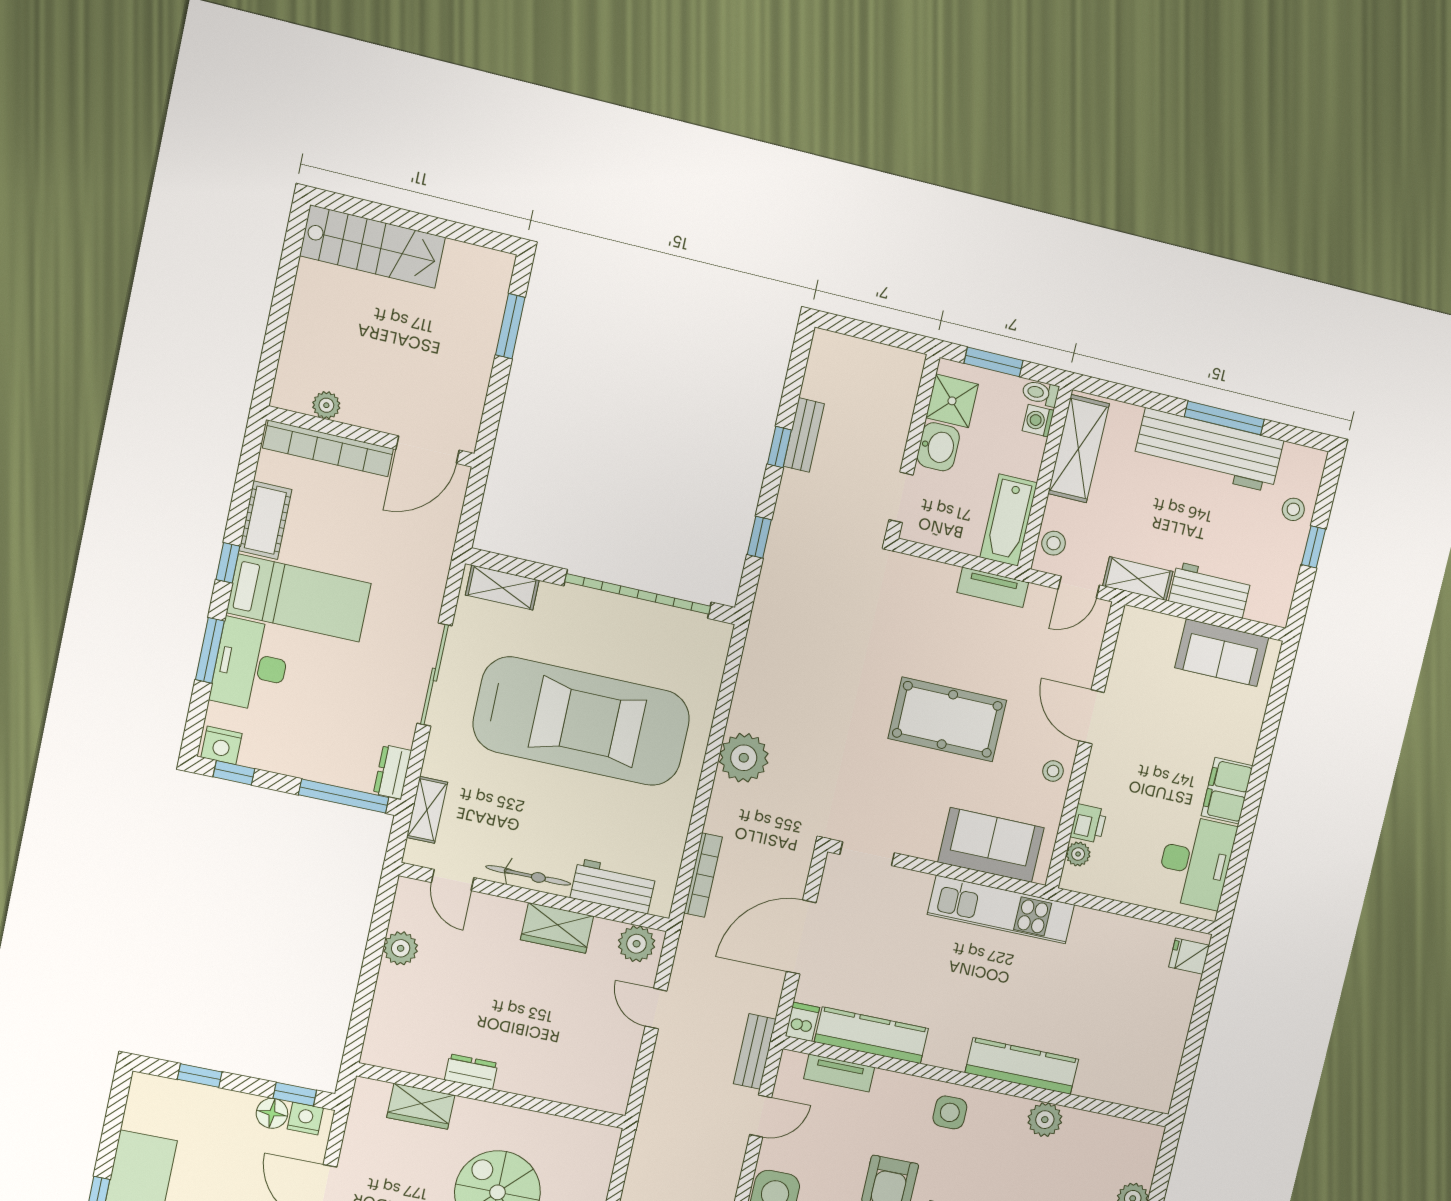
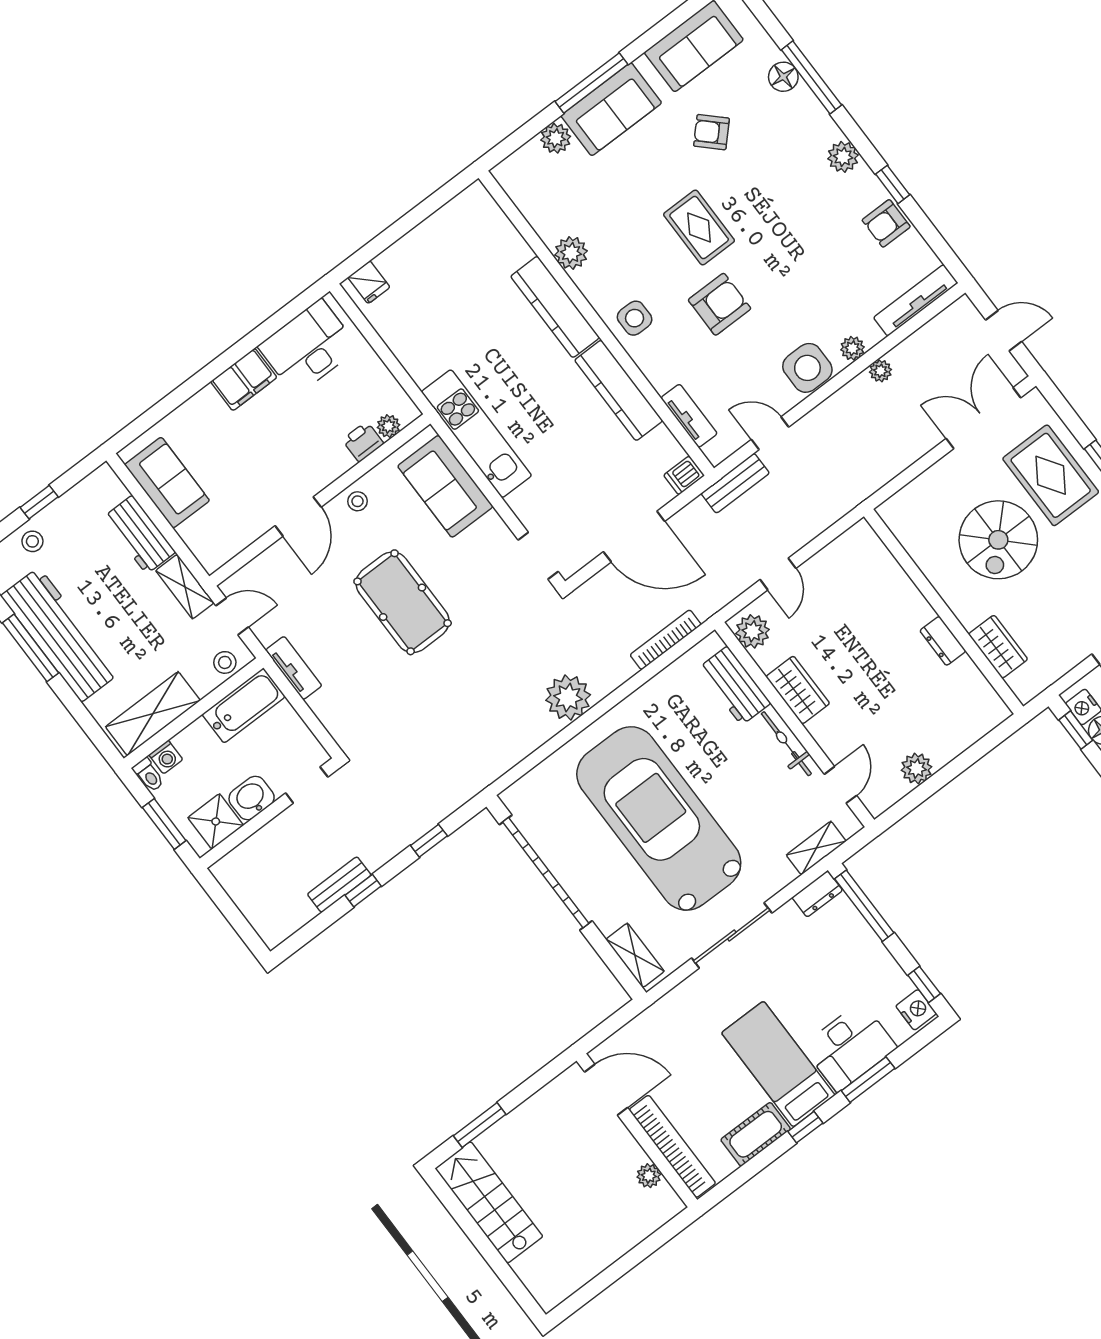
stairs: (373, 247) -> (489, 1202), moved
kitchen counter: (871, 1035) -> (619, 390), moved

